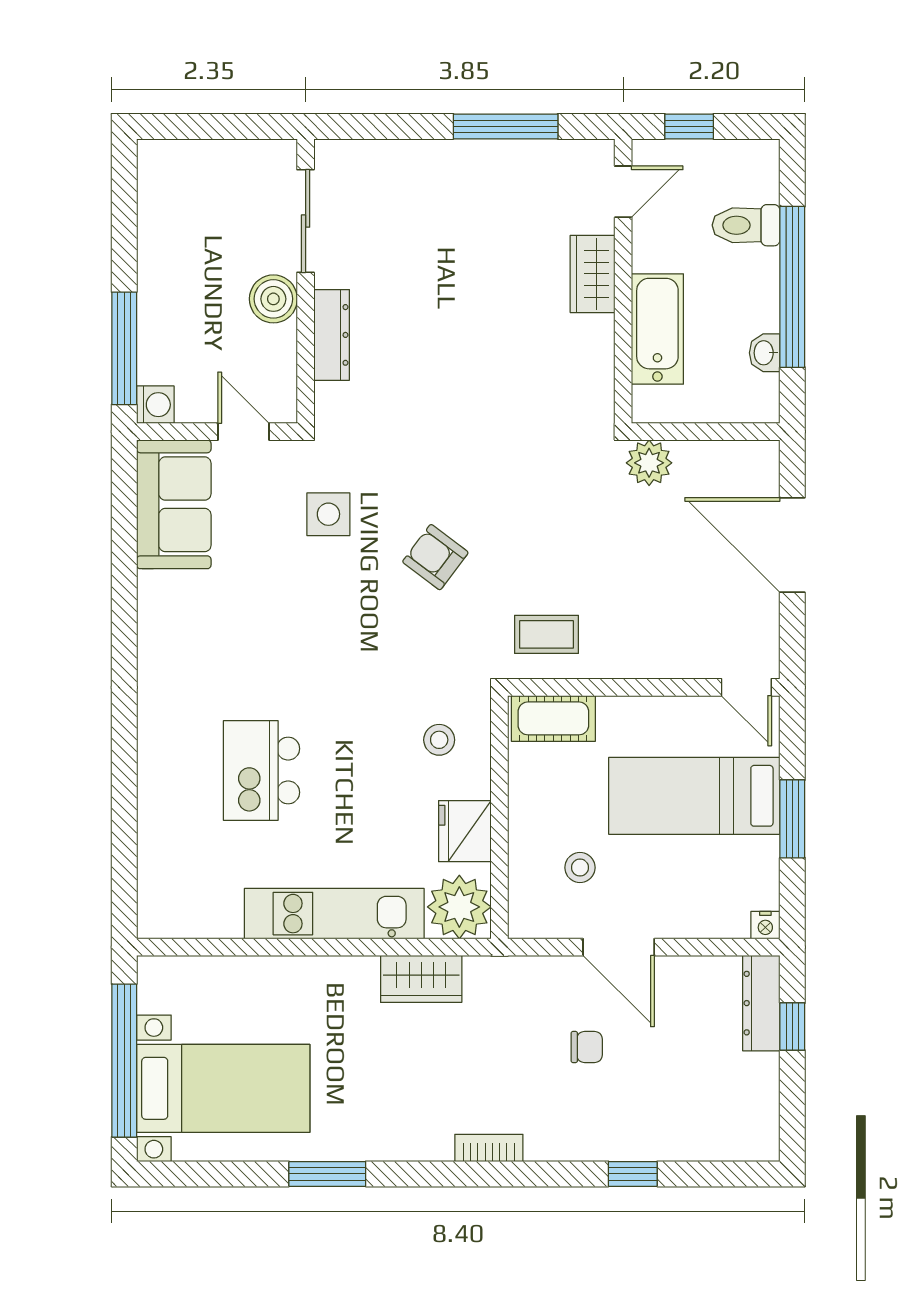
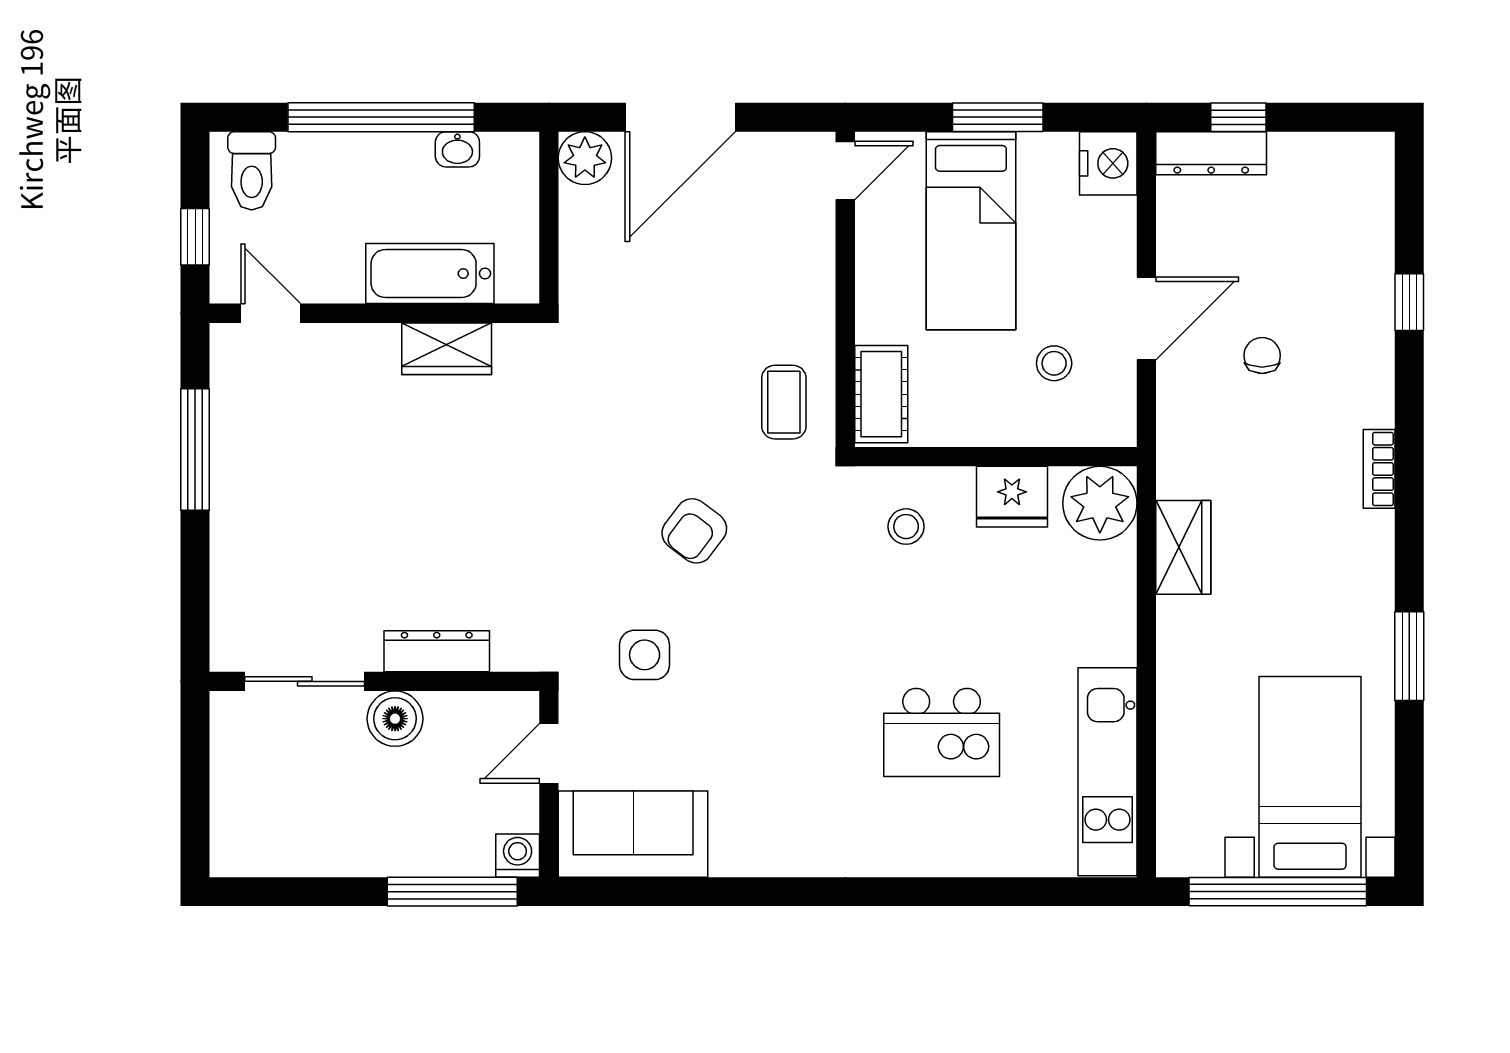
toilet: (746, 225) -> (252, 171), moved
wardrobe: (593, 274) -> (447, 349), moved
plant: (649, 463) -> (585, 158), moved
kitchen unit: (334, 914) -> (1107, 772), moved
nightstand: (765, 925) -> (1108, 163), width x1.89, depth x1.79

